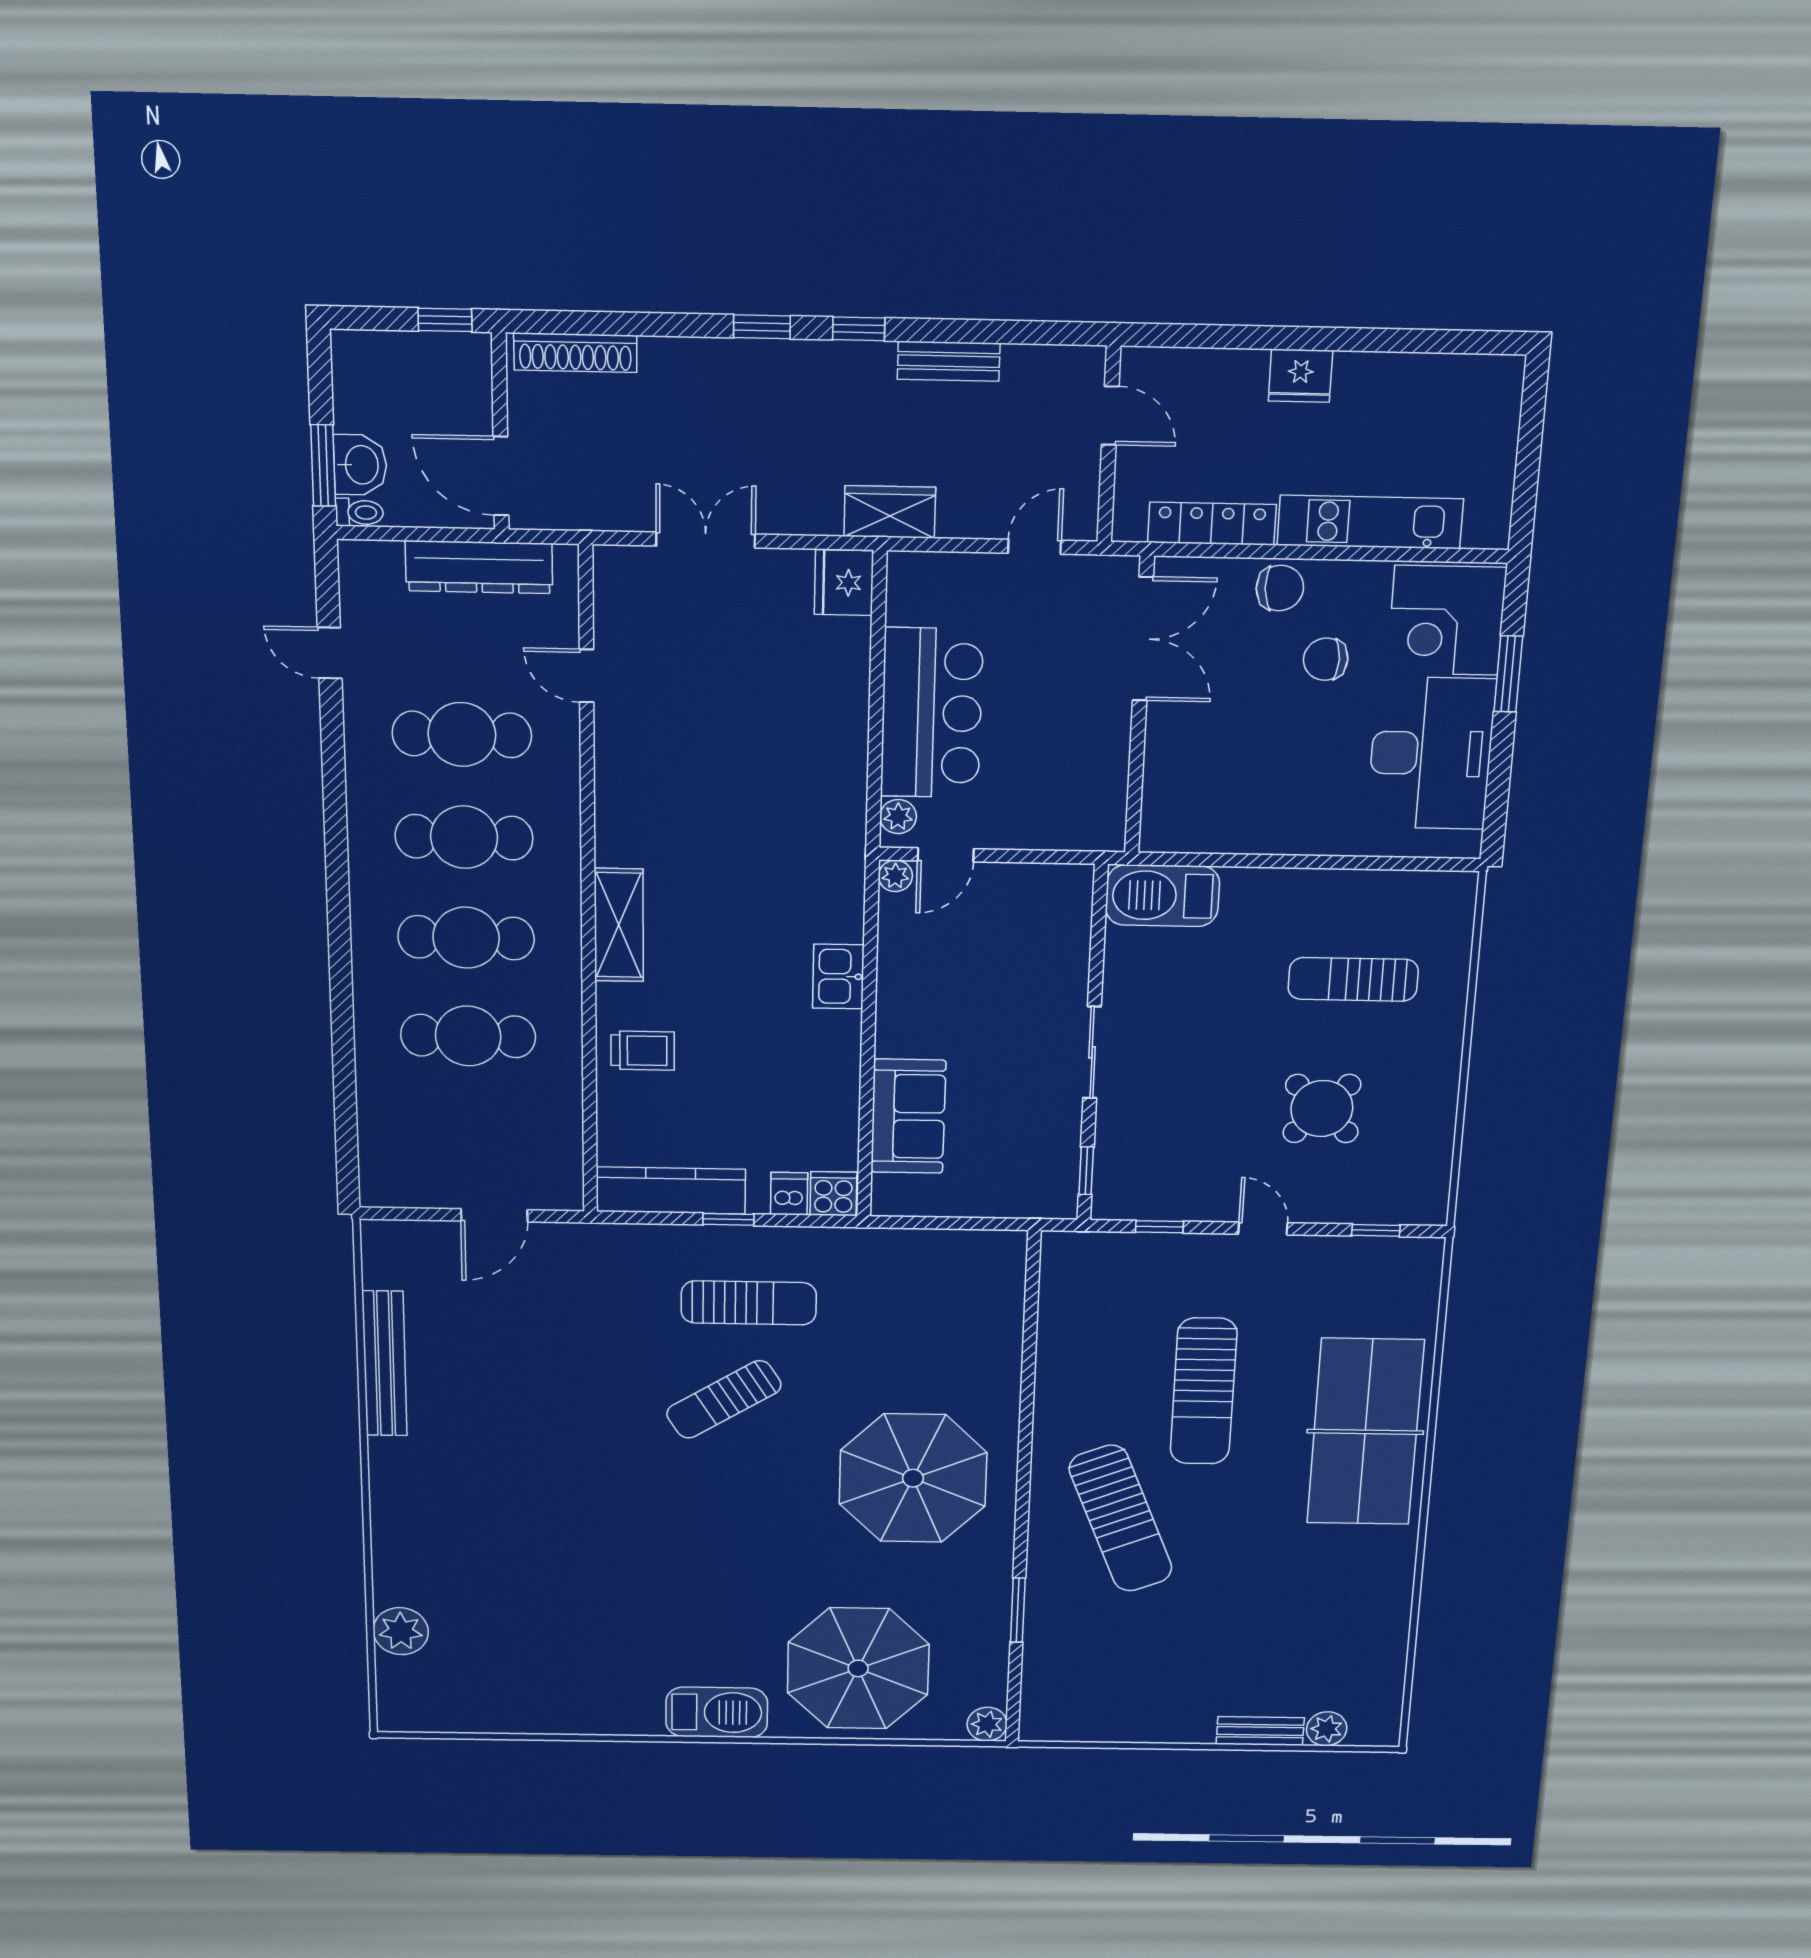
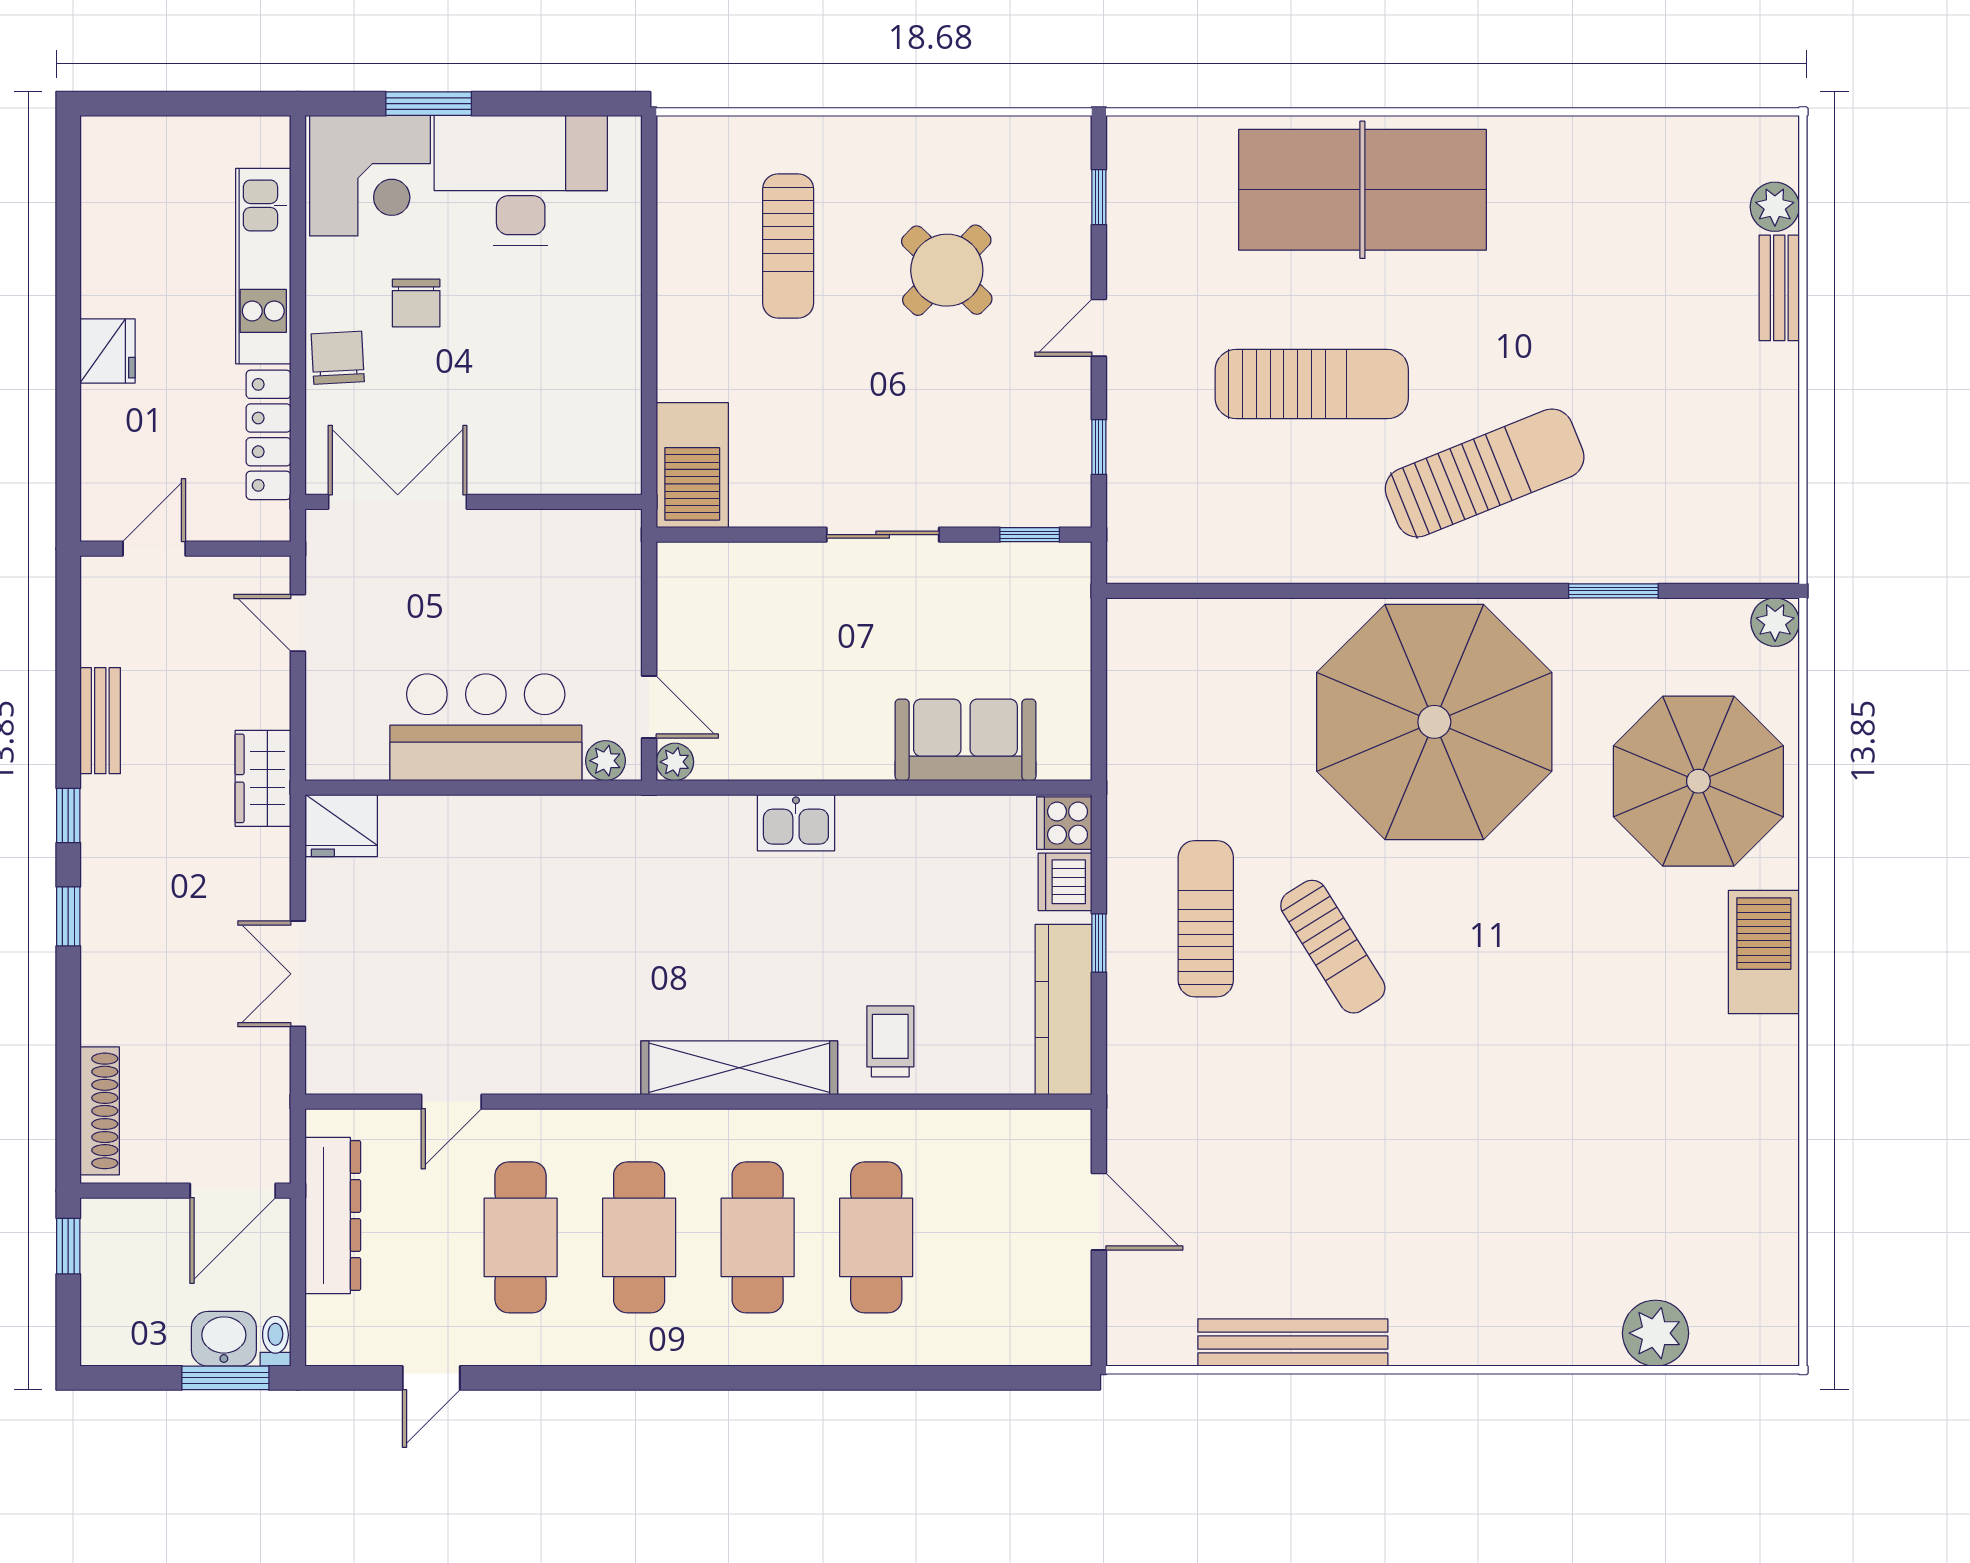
shelving: (619, 925) -> (739, 1068), width x1.47
dishwasher: (789, 1194) -> (1065, 882), width x1.38
parasol: (913, 1478) -> (1434, 722), width x1.36, depth x1.36

